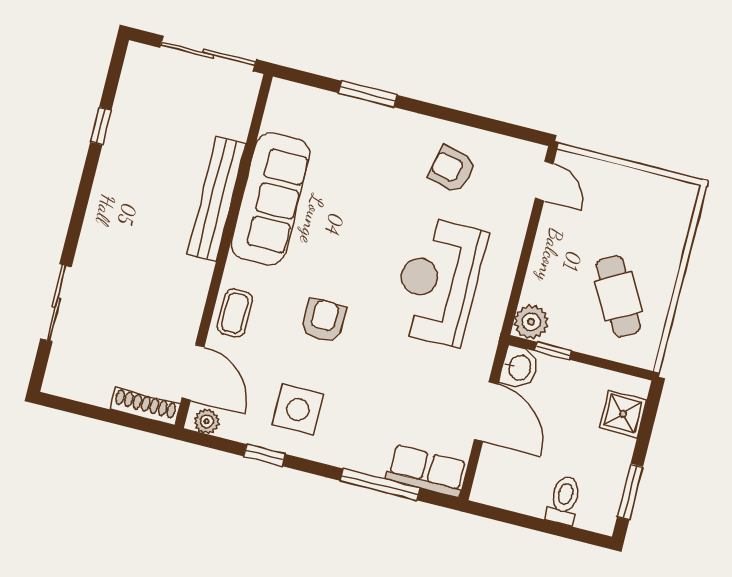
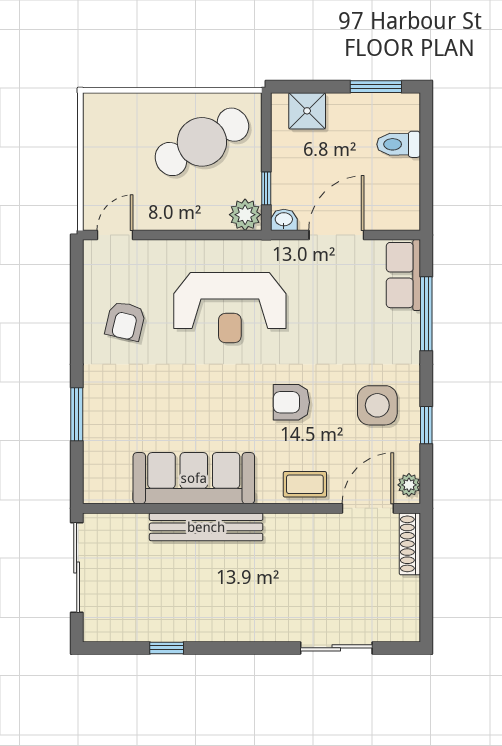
cafe table: (618, 296) -> (202, 142), width x1.37, depth x1.35
washbasin: (519, 367) -> (284, 220), width x0.72, depth x0.69

